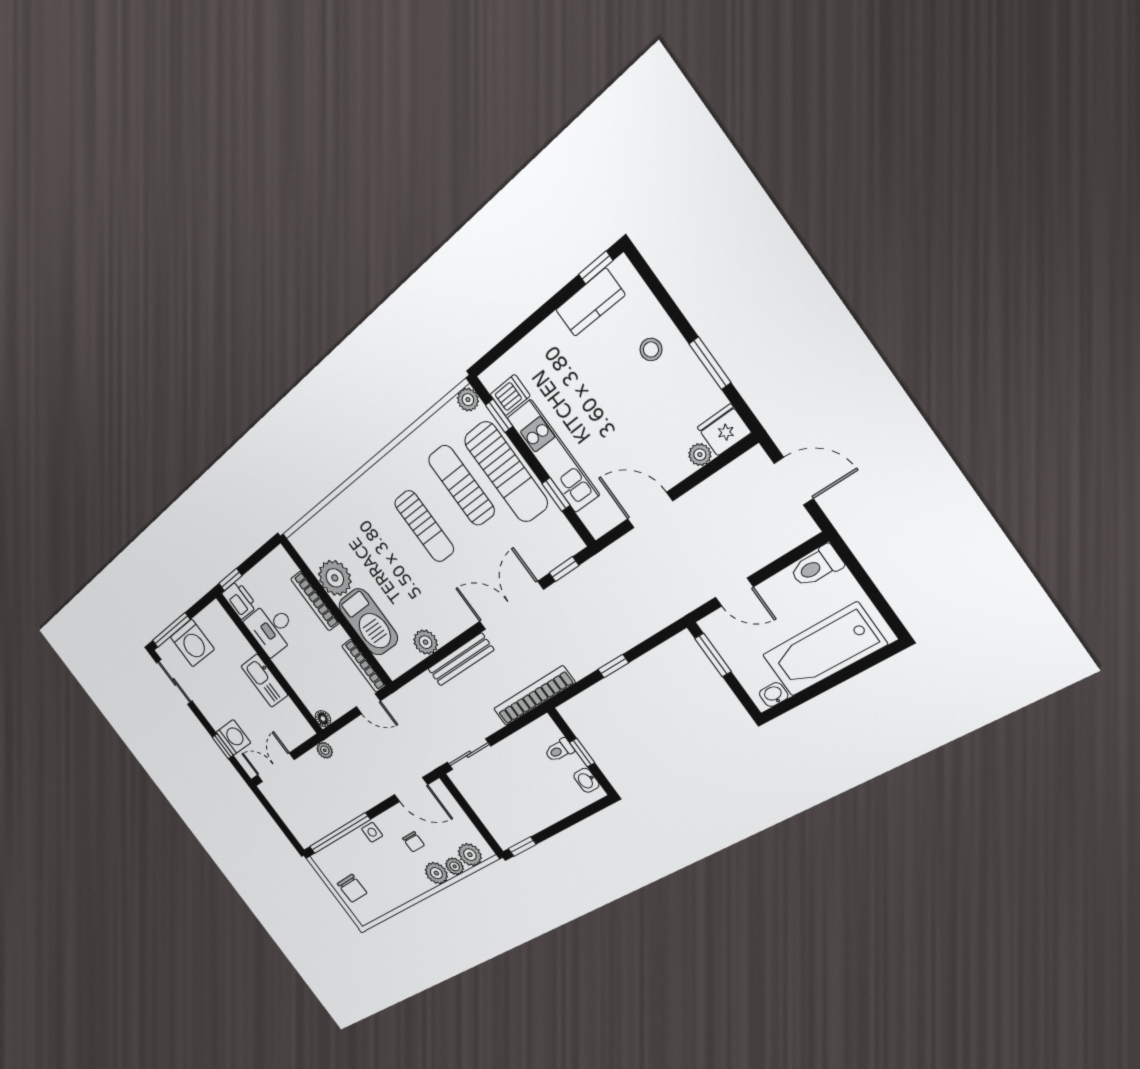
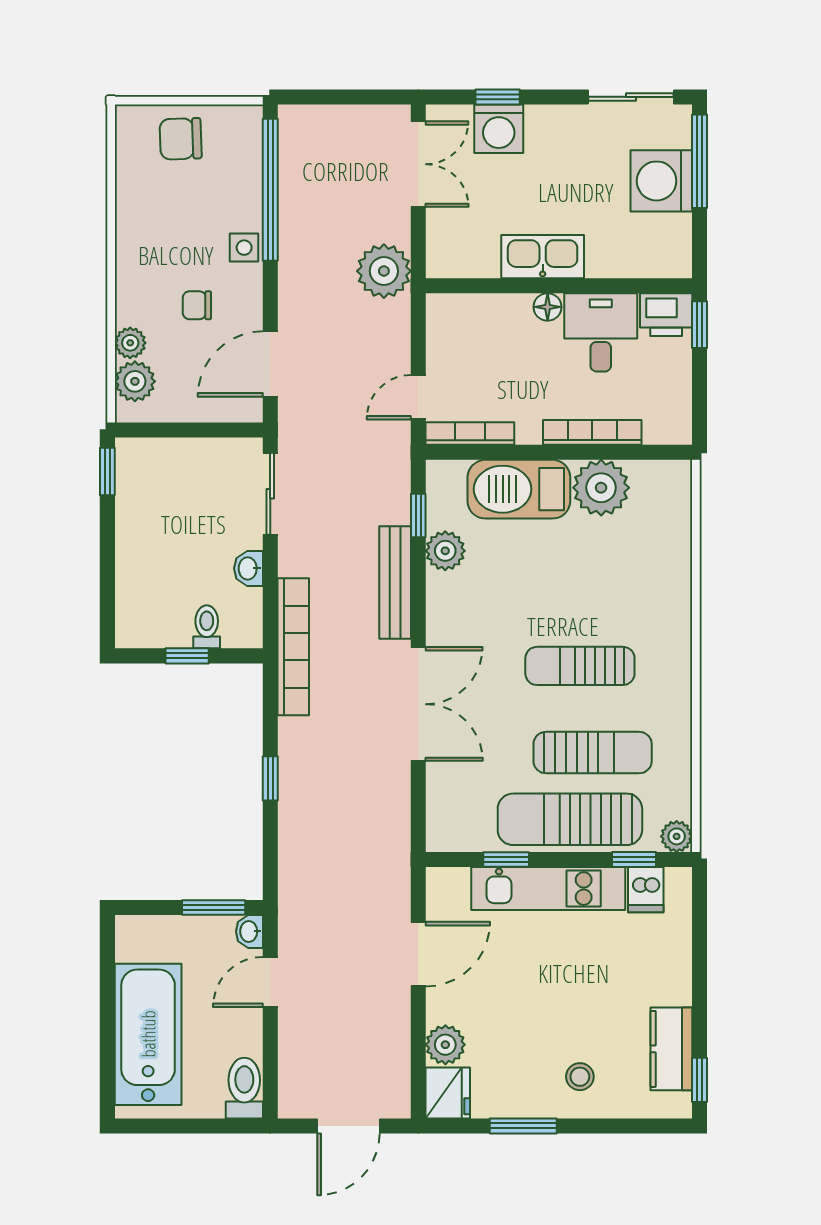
plant: (700, 455) -> (445, 1045), width x1.38, depth x1.38
window: (564, 569) -> (418, 516), moved
washbasin: (774, 695) -> (249, 931), moved, turned 180
floor lamp: (323, 719) -> (548, 307), moved
plant: (325, 750) -> (384, 271), width x1.88, depth x1.88
washbasin: (586, 780) -> (249, 568), moved, turned -90
plant: (436, 873) -> (135, 305), removed

